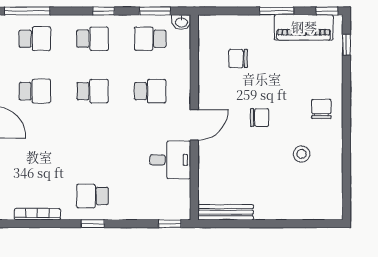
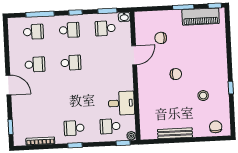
window: (27, 11) -> (40, 14), moved
window: (346, 45) -> (231, 88), moved
school desk: (150, 91) -> (110, 126), moved, turned 180
chair: (321, 109) -> (216, 127), moved
door: (194, 125) -> (134, 55), moved
bench: (226, 212) -> (175, 133), moved
plant: (183, 213) -> (131, 136), added

